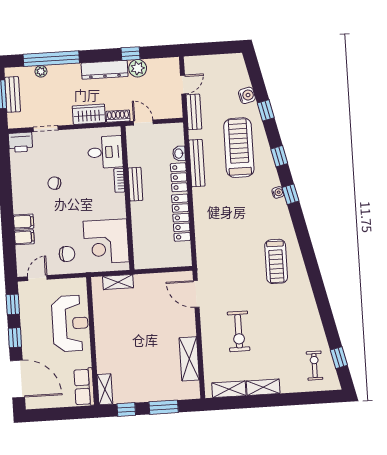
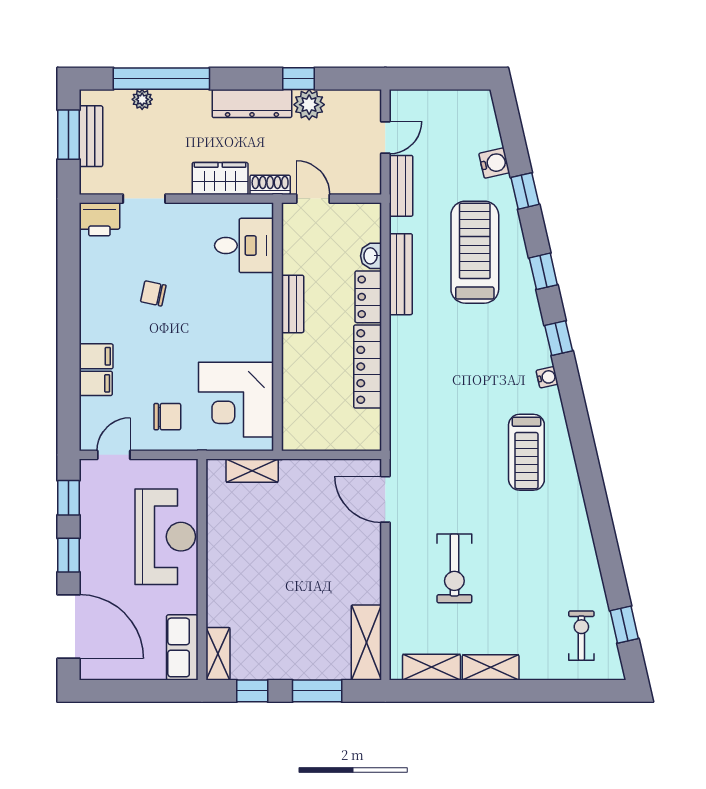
bookcase: (119, 180) -> (265, 296), removed
water cooler: (278, 192) -> (547, 377), moved
shelving: (189, 359) -> (366, 643), moved

